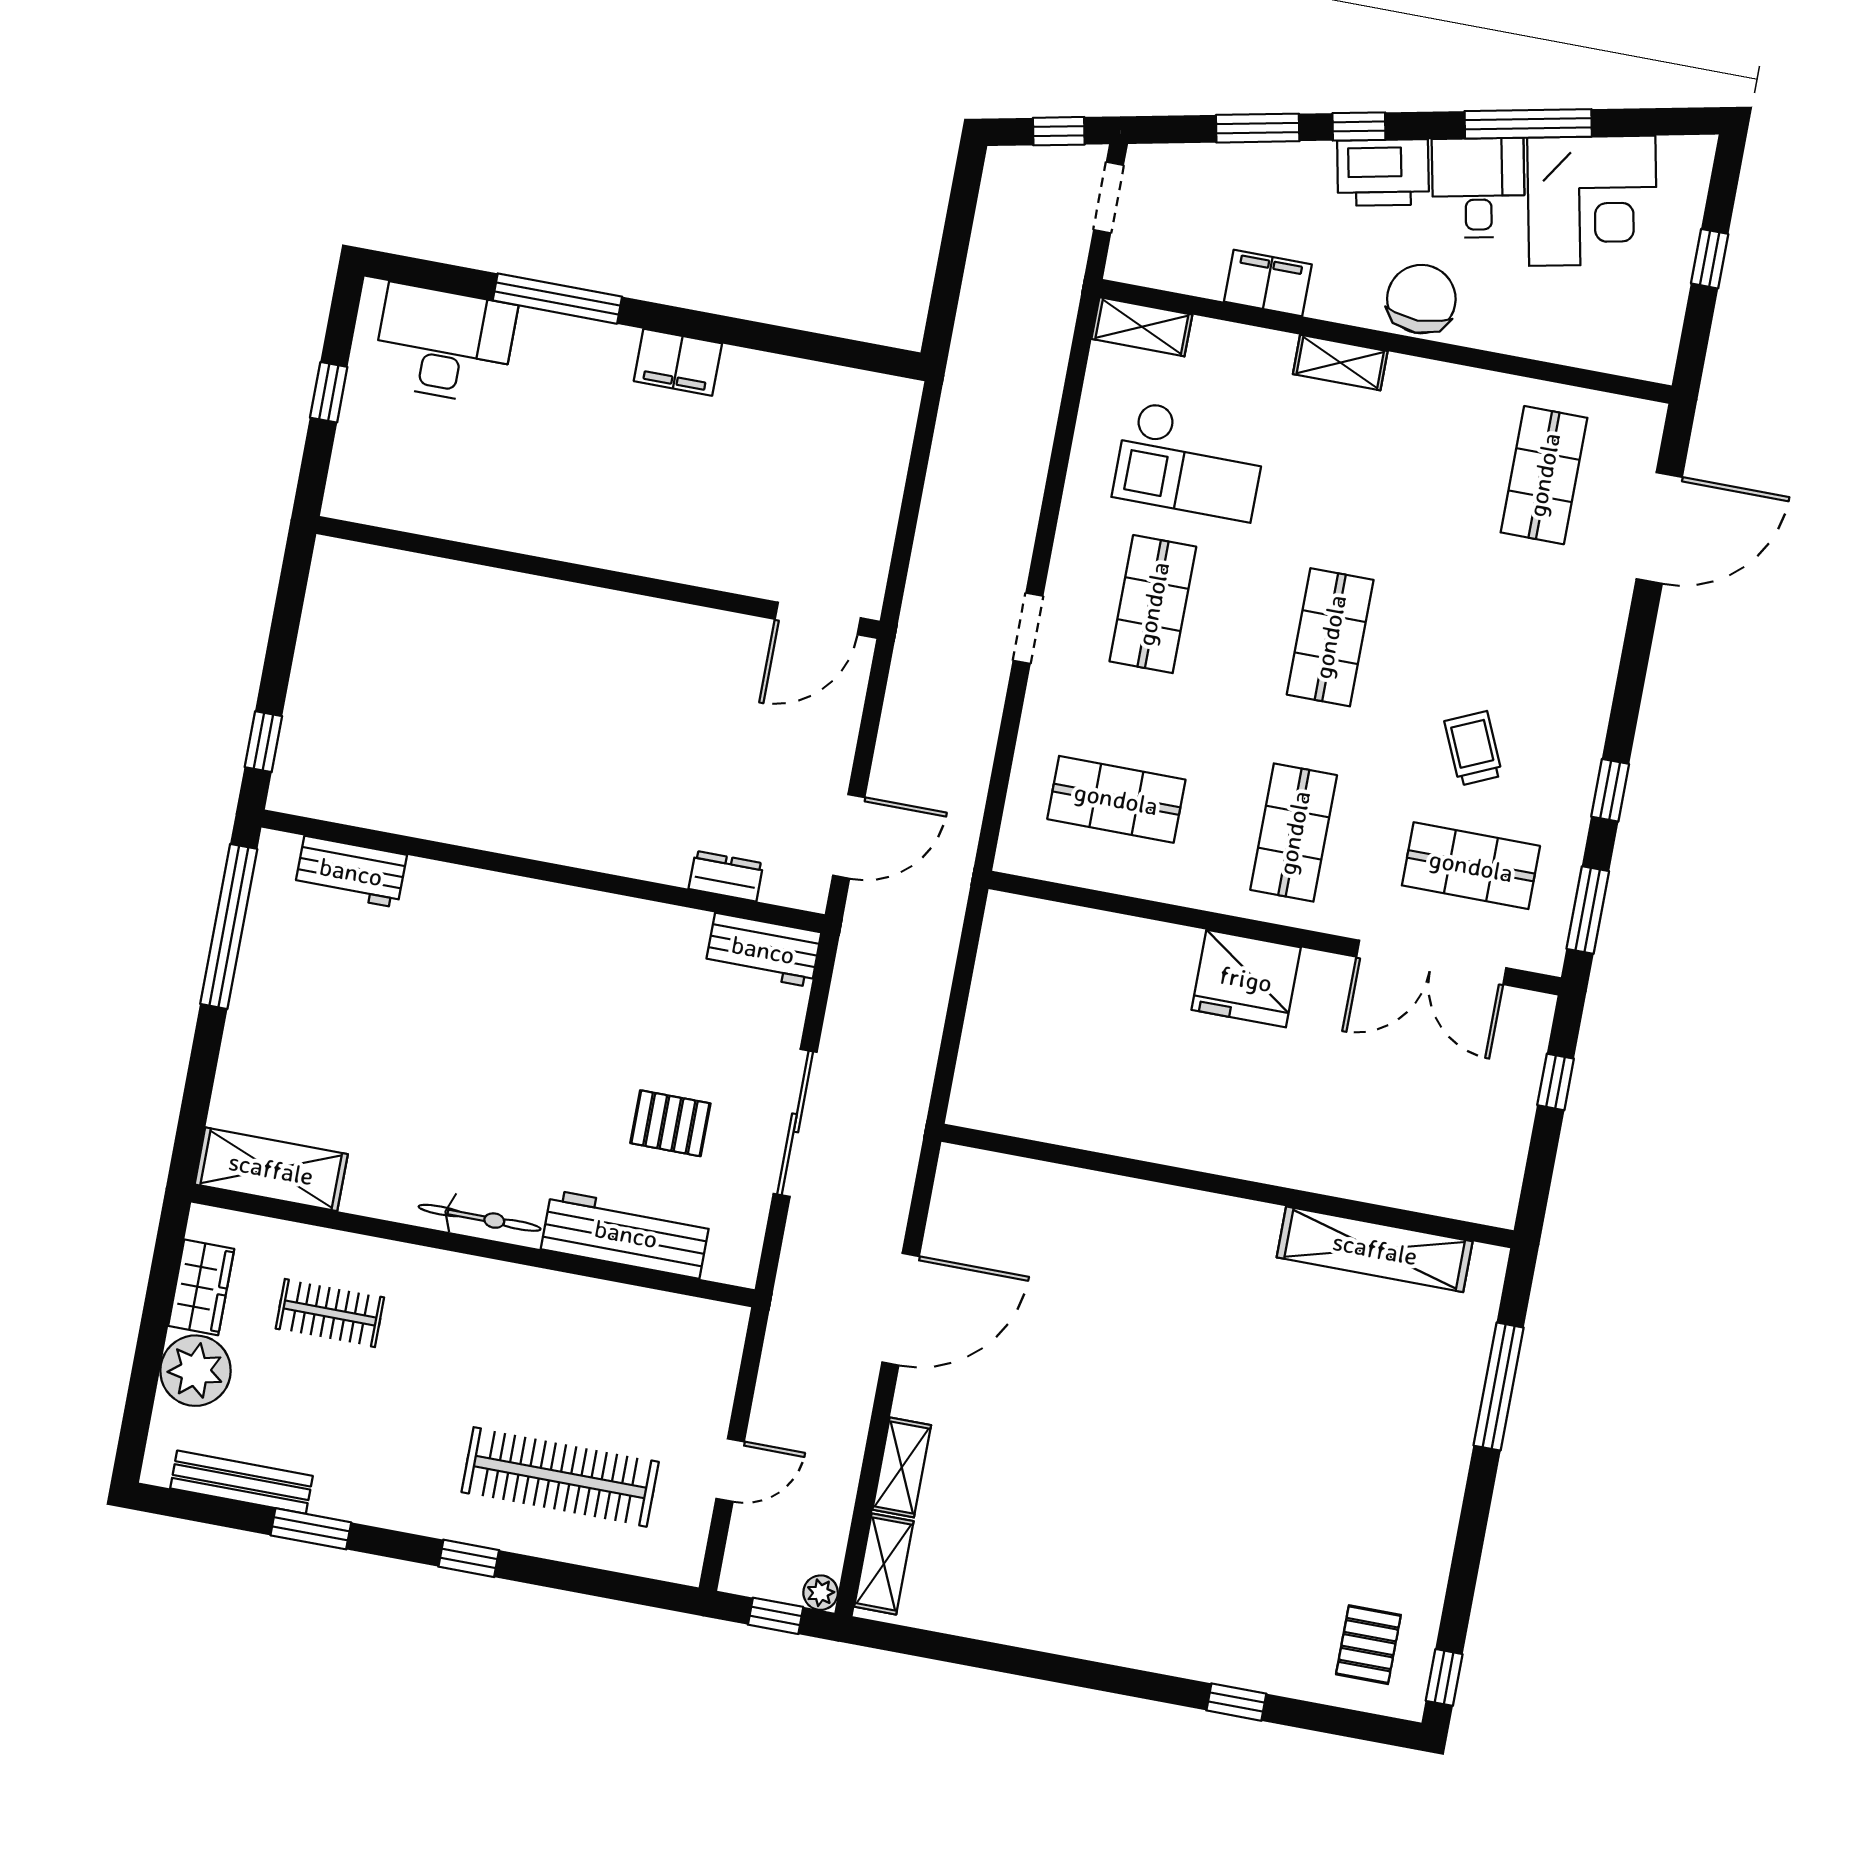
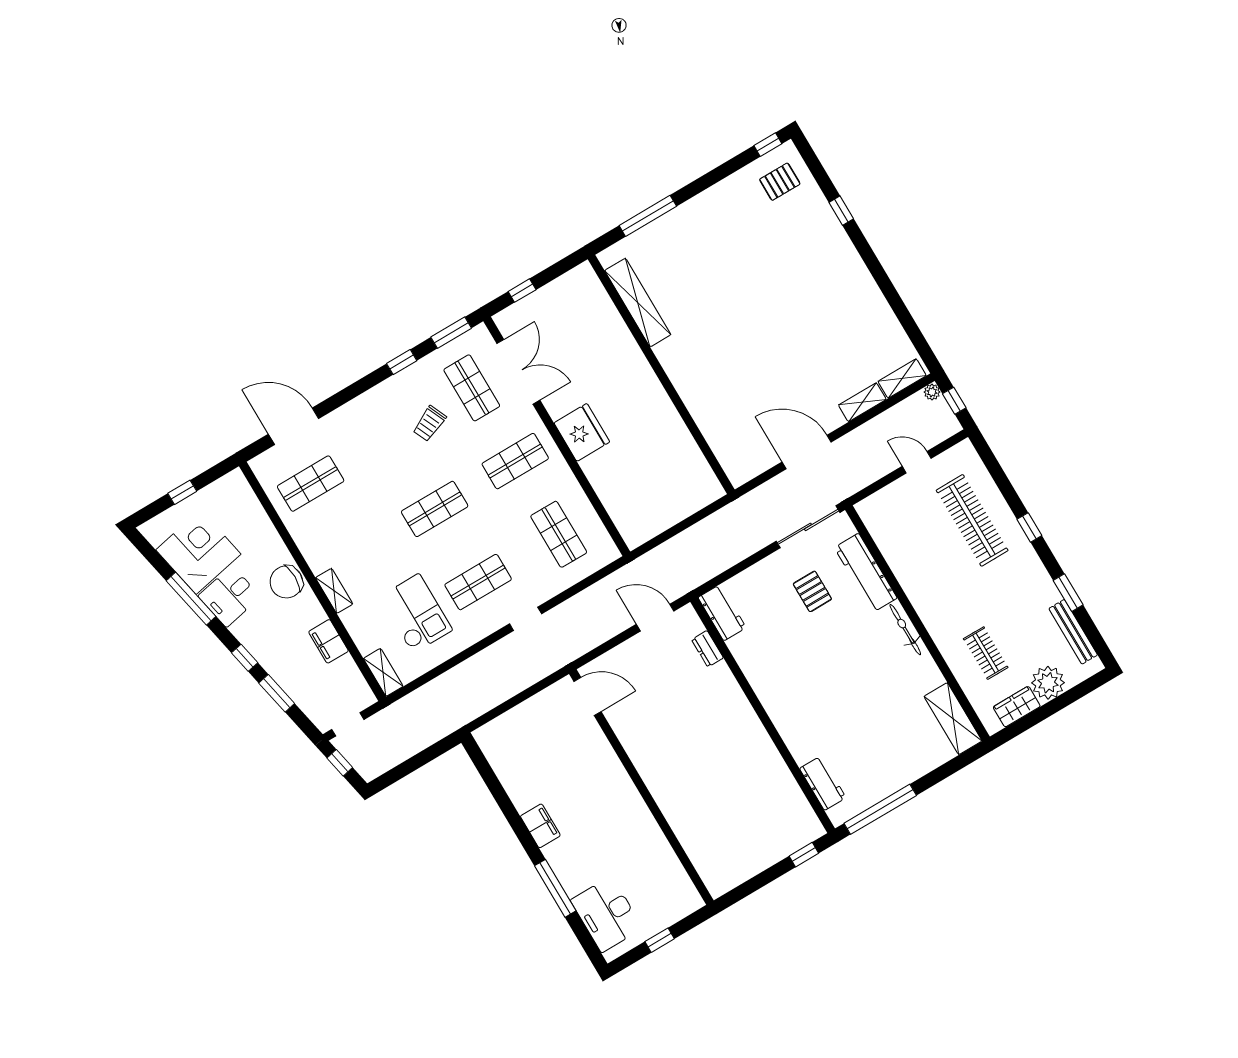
printer: (1383, 173) -> (253, 635), removed
sliding door: (795, 1123) -> (808, 527), moved

